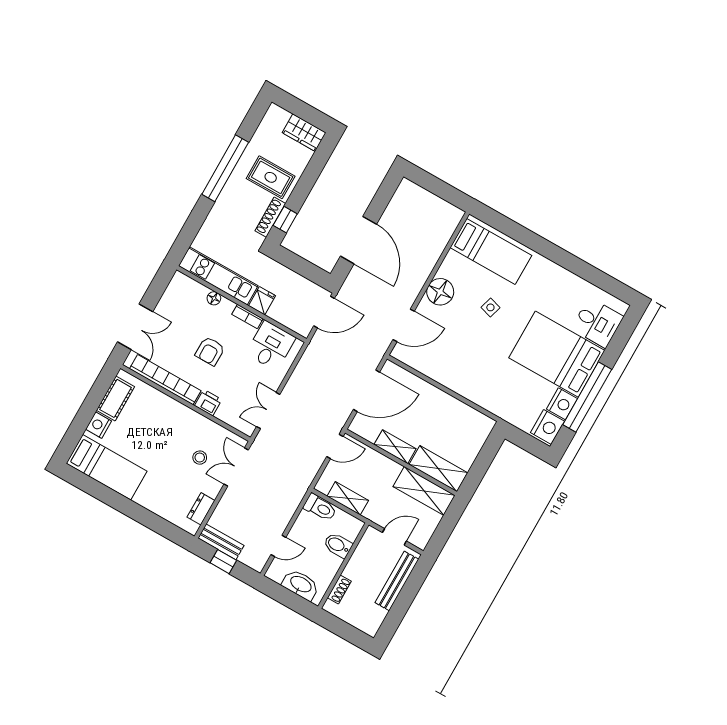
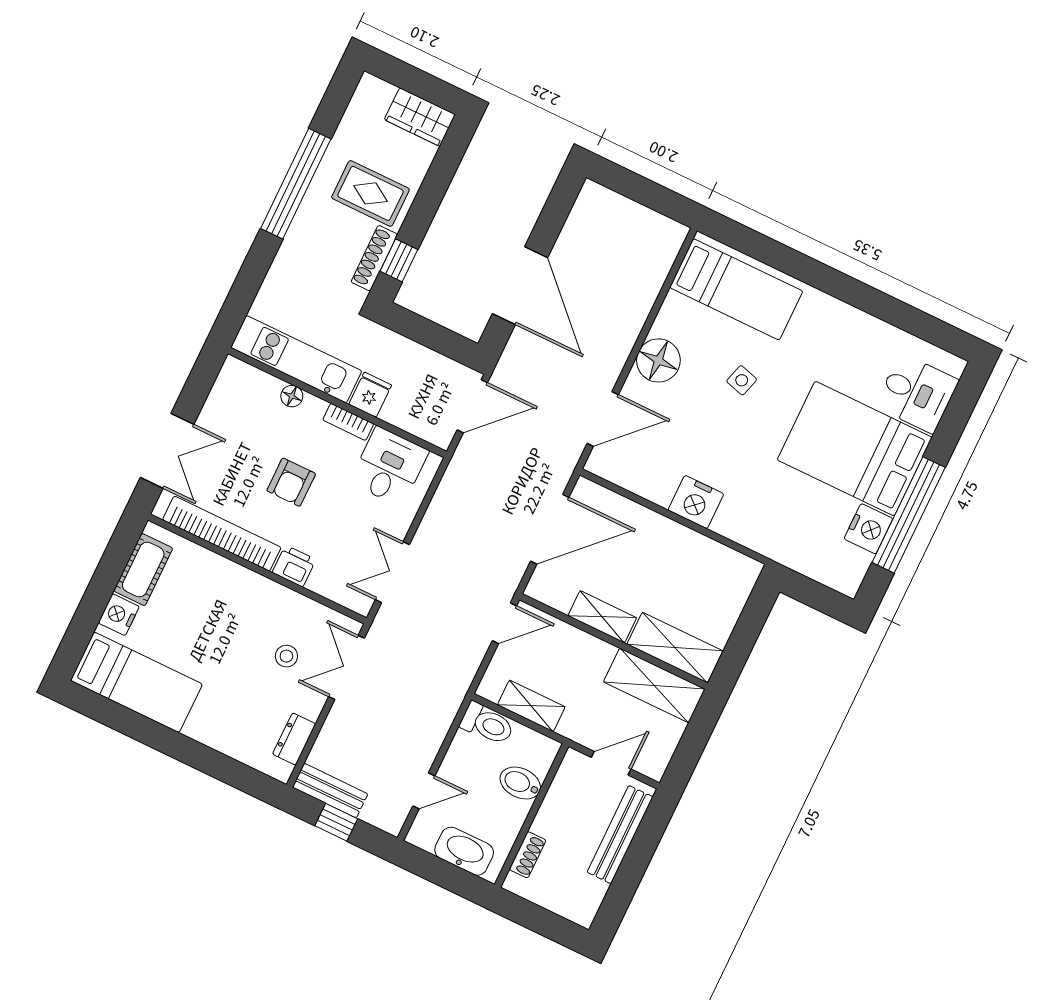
nightstand: (548, 427) -> (696, 502), moved, turned 90

